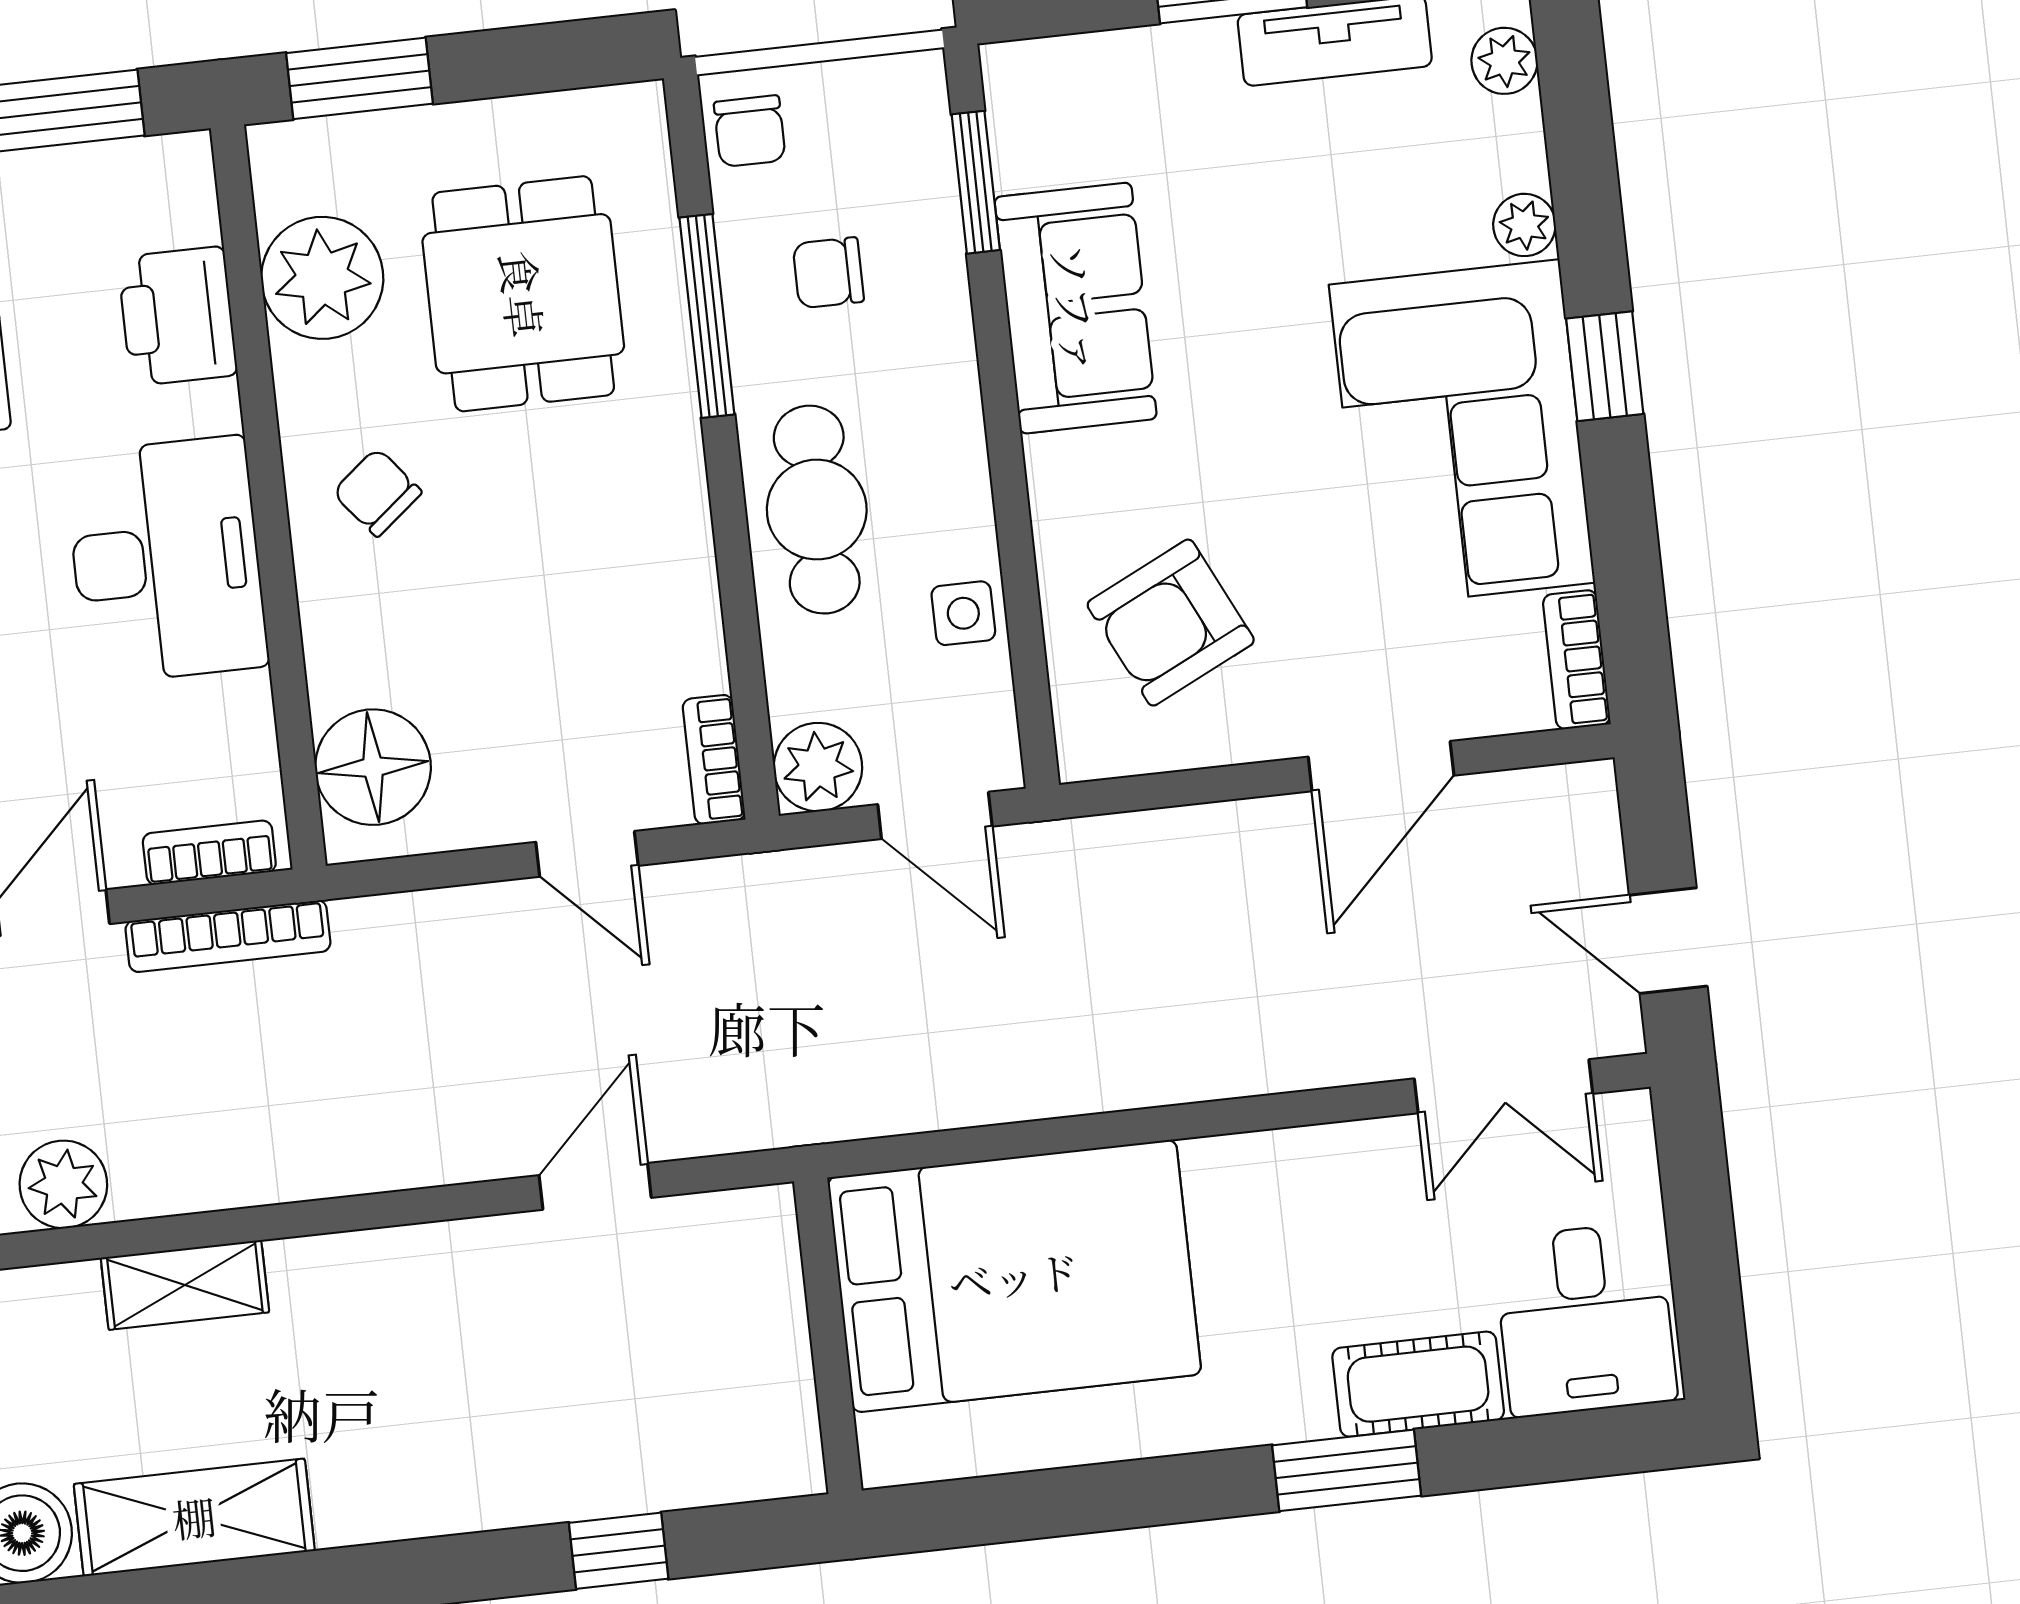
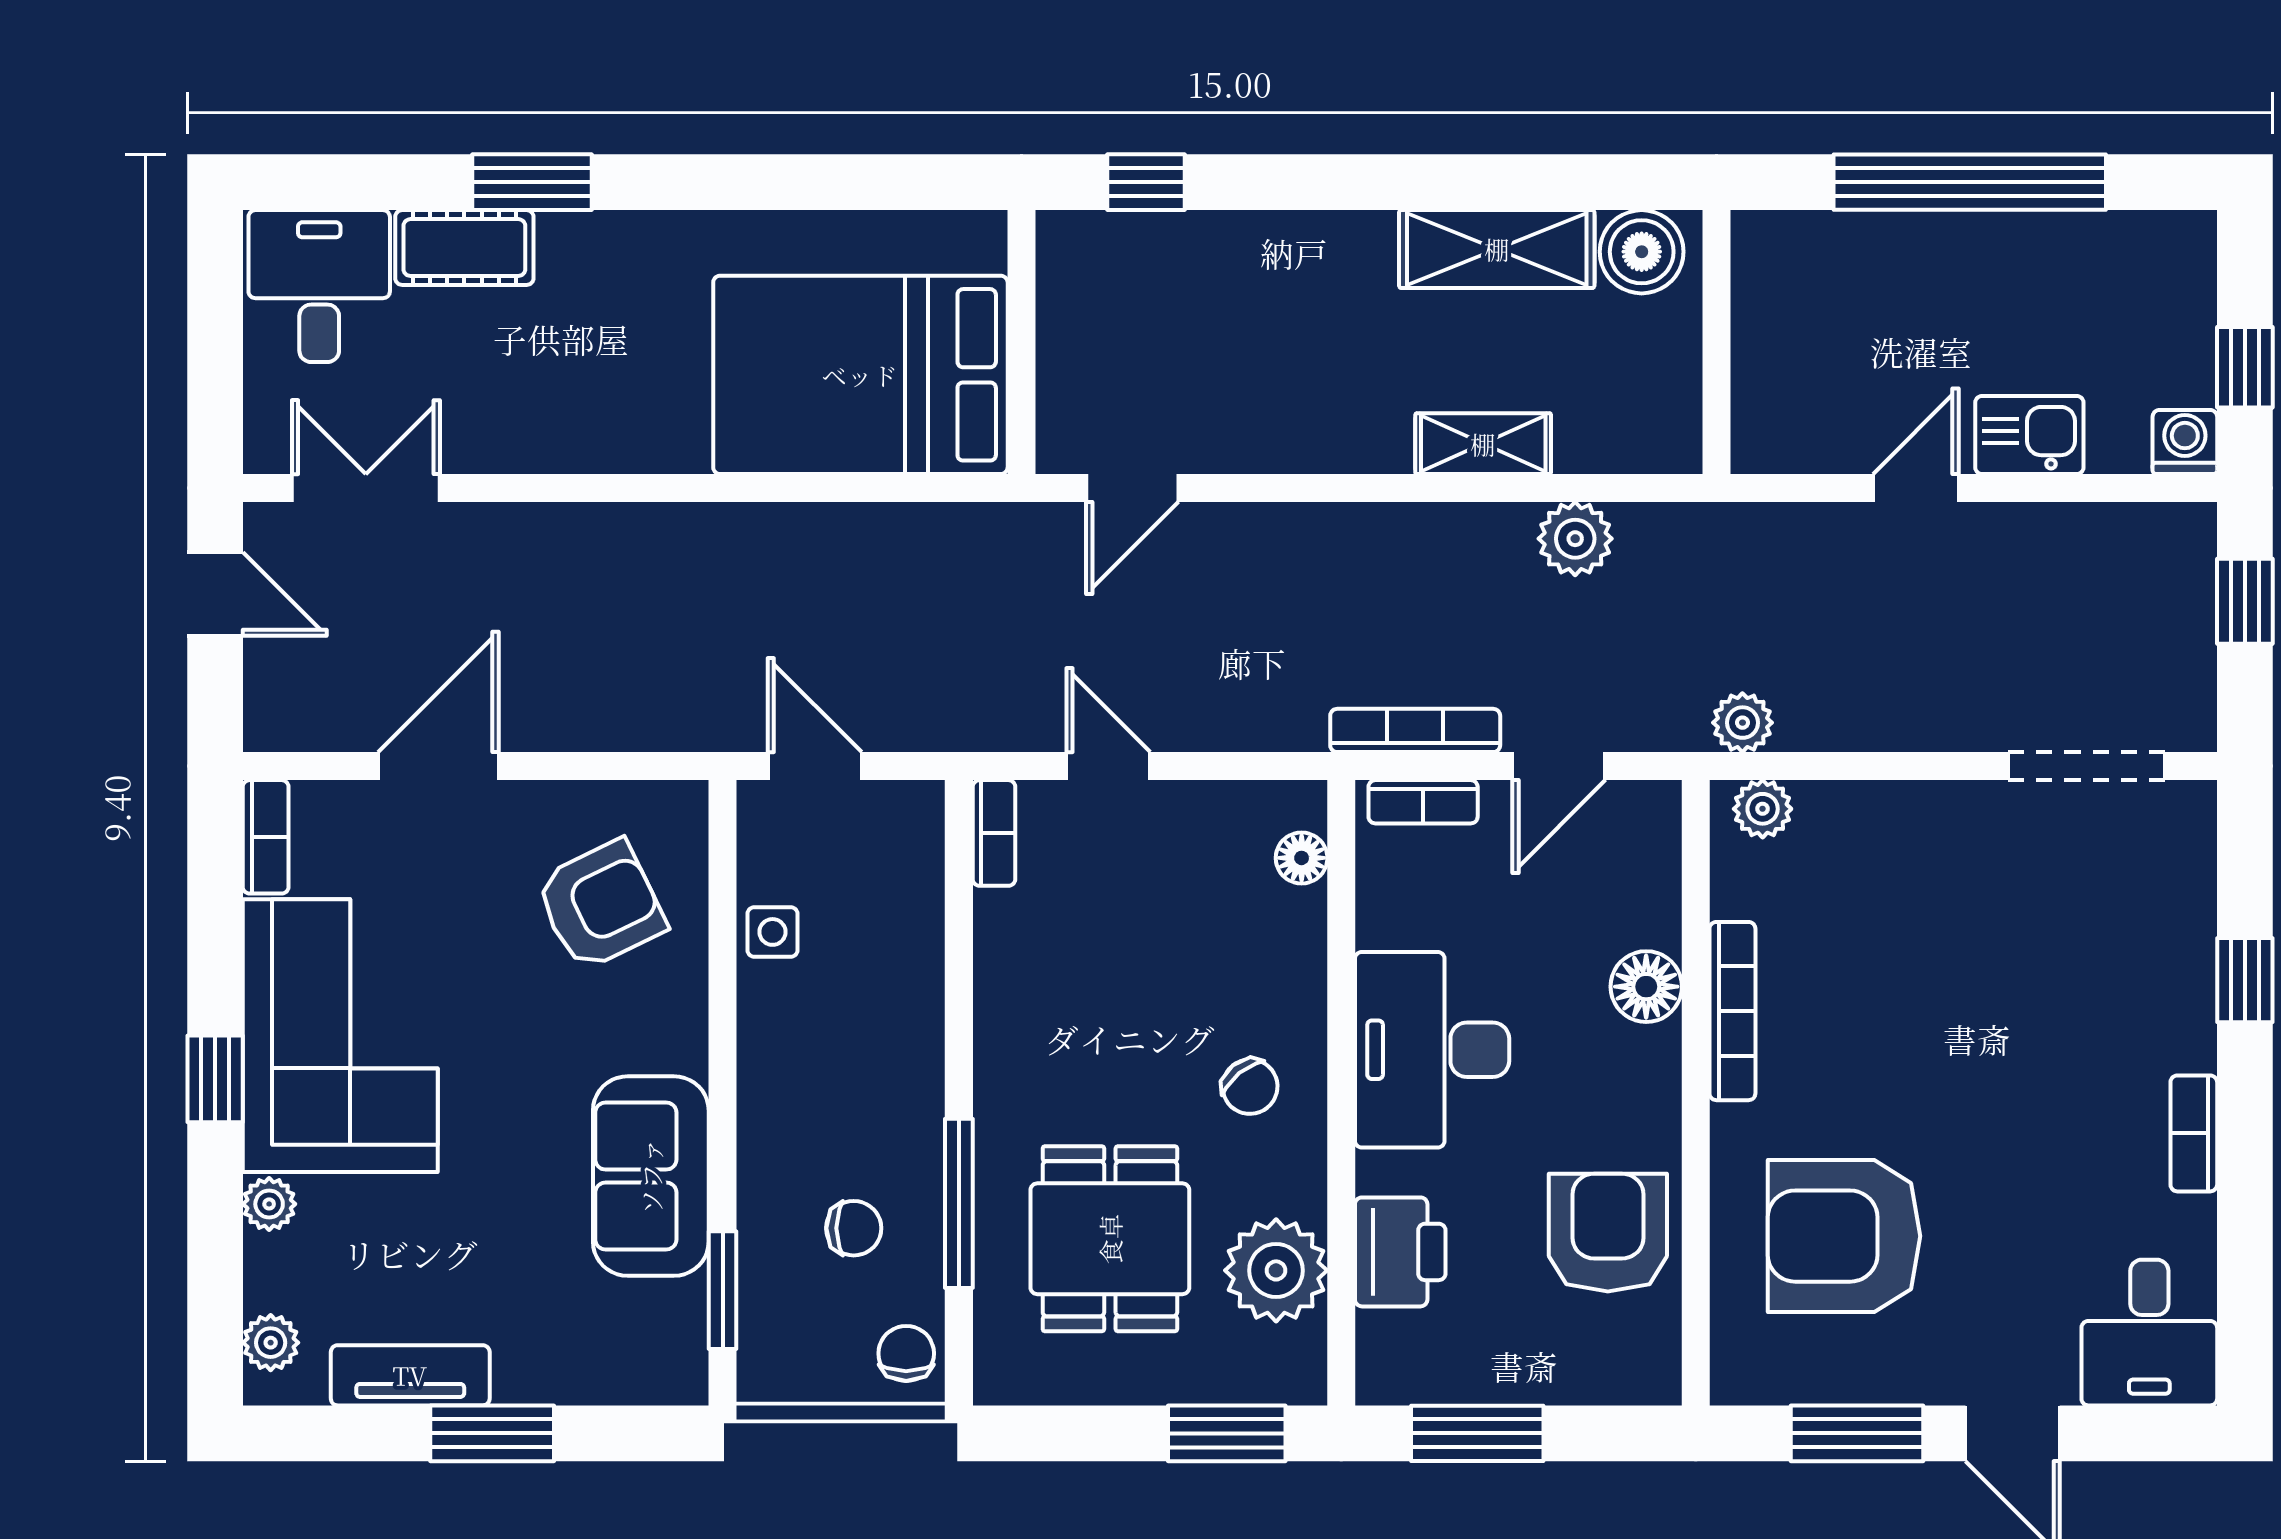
cafe table: (817, 510) -> (885, 1032), removed
floor lamp: (373, 767) -> (1302, 858), width x0.53, depth x0.53
plant: (818, 767) -> (908, 817), removed
bed: (1014, 1276) -> (860, 375), moved
wall: (828, 1336) -> (1021, 342), moved

